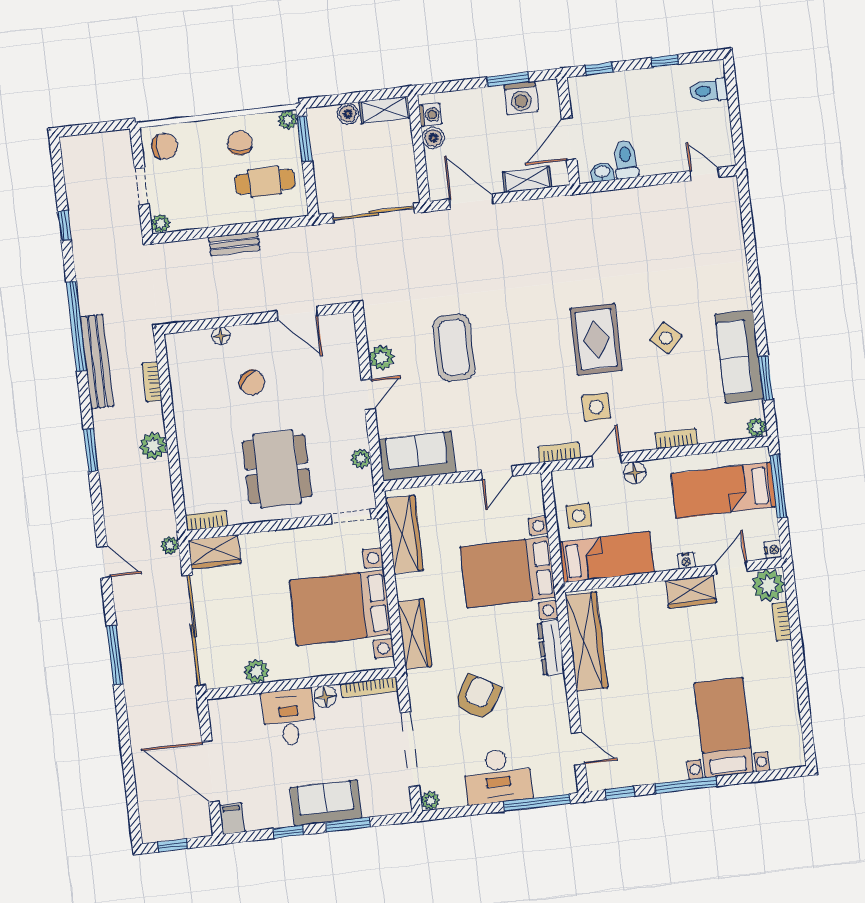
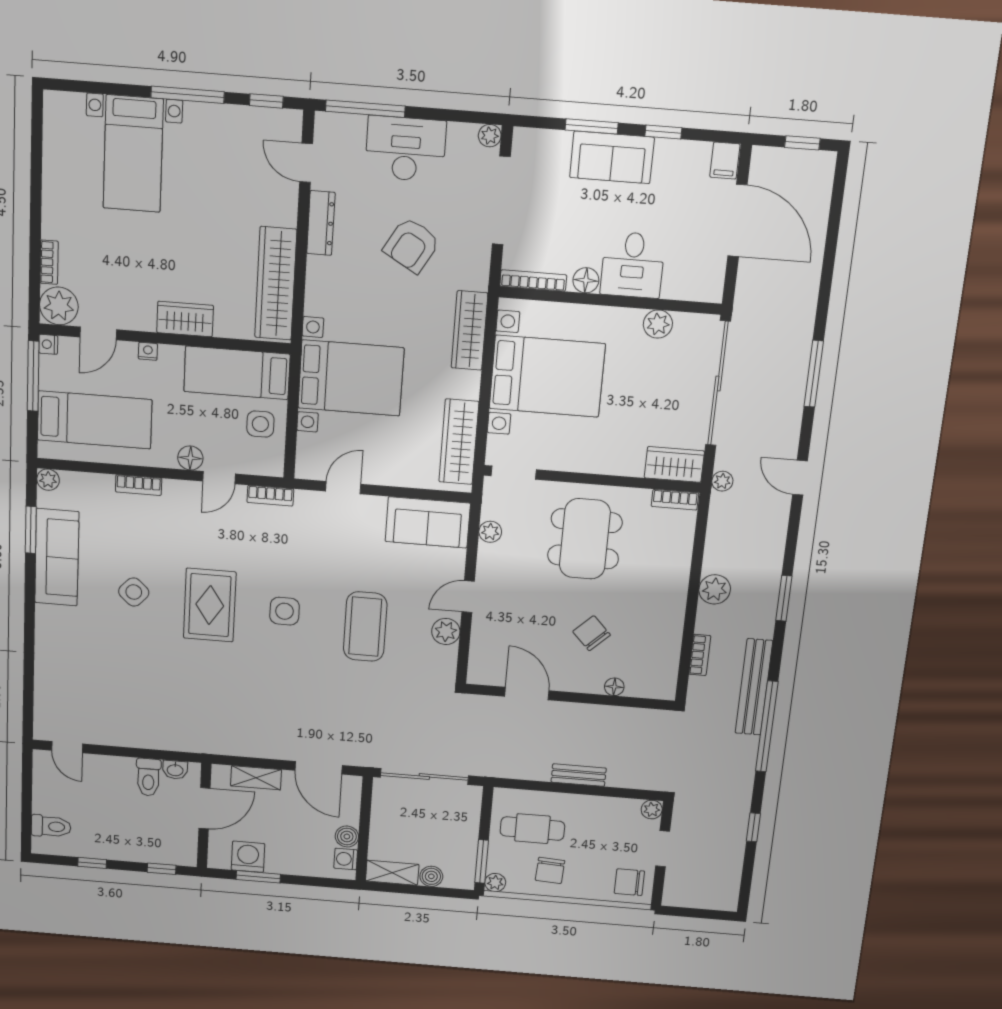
side table: (596, 407) -> (285, 611), moved
window: (778, 486) -> (33, 376), moved
wardrobe: (691, 592) -> (185, 319), moved
dresser: (551, 648) -> (321, 223), moved

